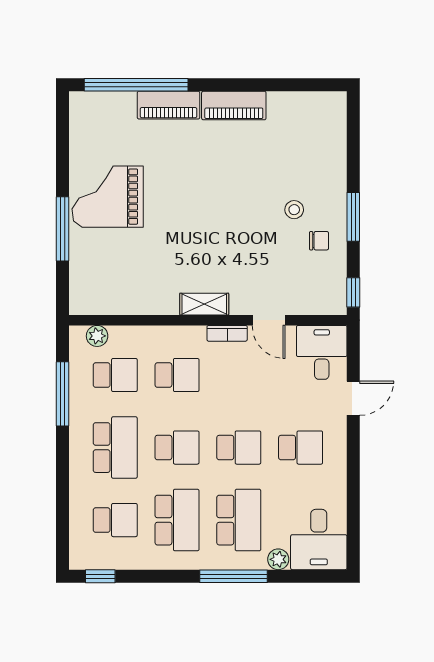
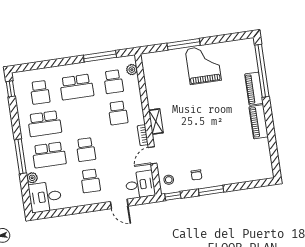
stool: (294, 210) -> (169, 180), moved
school desk: (177, 448) -> (81, 118), removed

